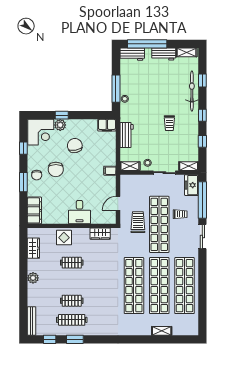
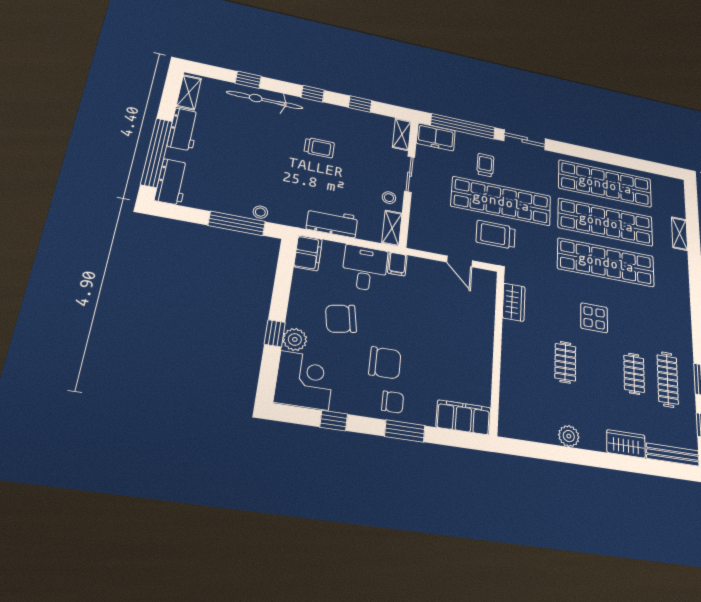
desk: (80, 212) -> (365, 268), moved, turned -90
display table: (64, 238) -> (594, 318), moved
wardrobe: (33, 248) -> (626, 444), moved
plant: (33, 278) -> (569, 436), moved

